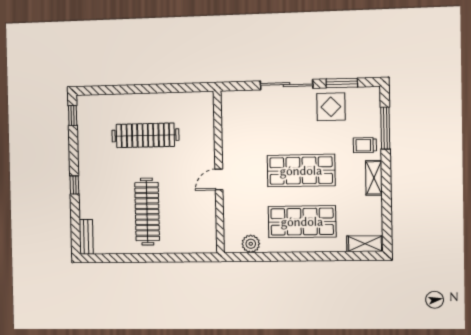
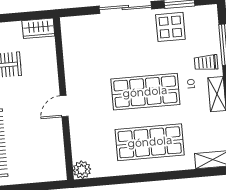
wardrobe: (198, 100) -> (38, 28), added
plant: (251, 244) -> (82, 170), moved

